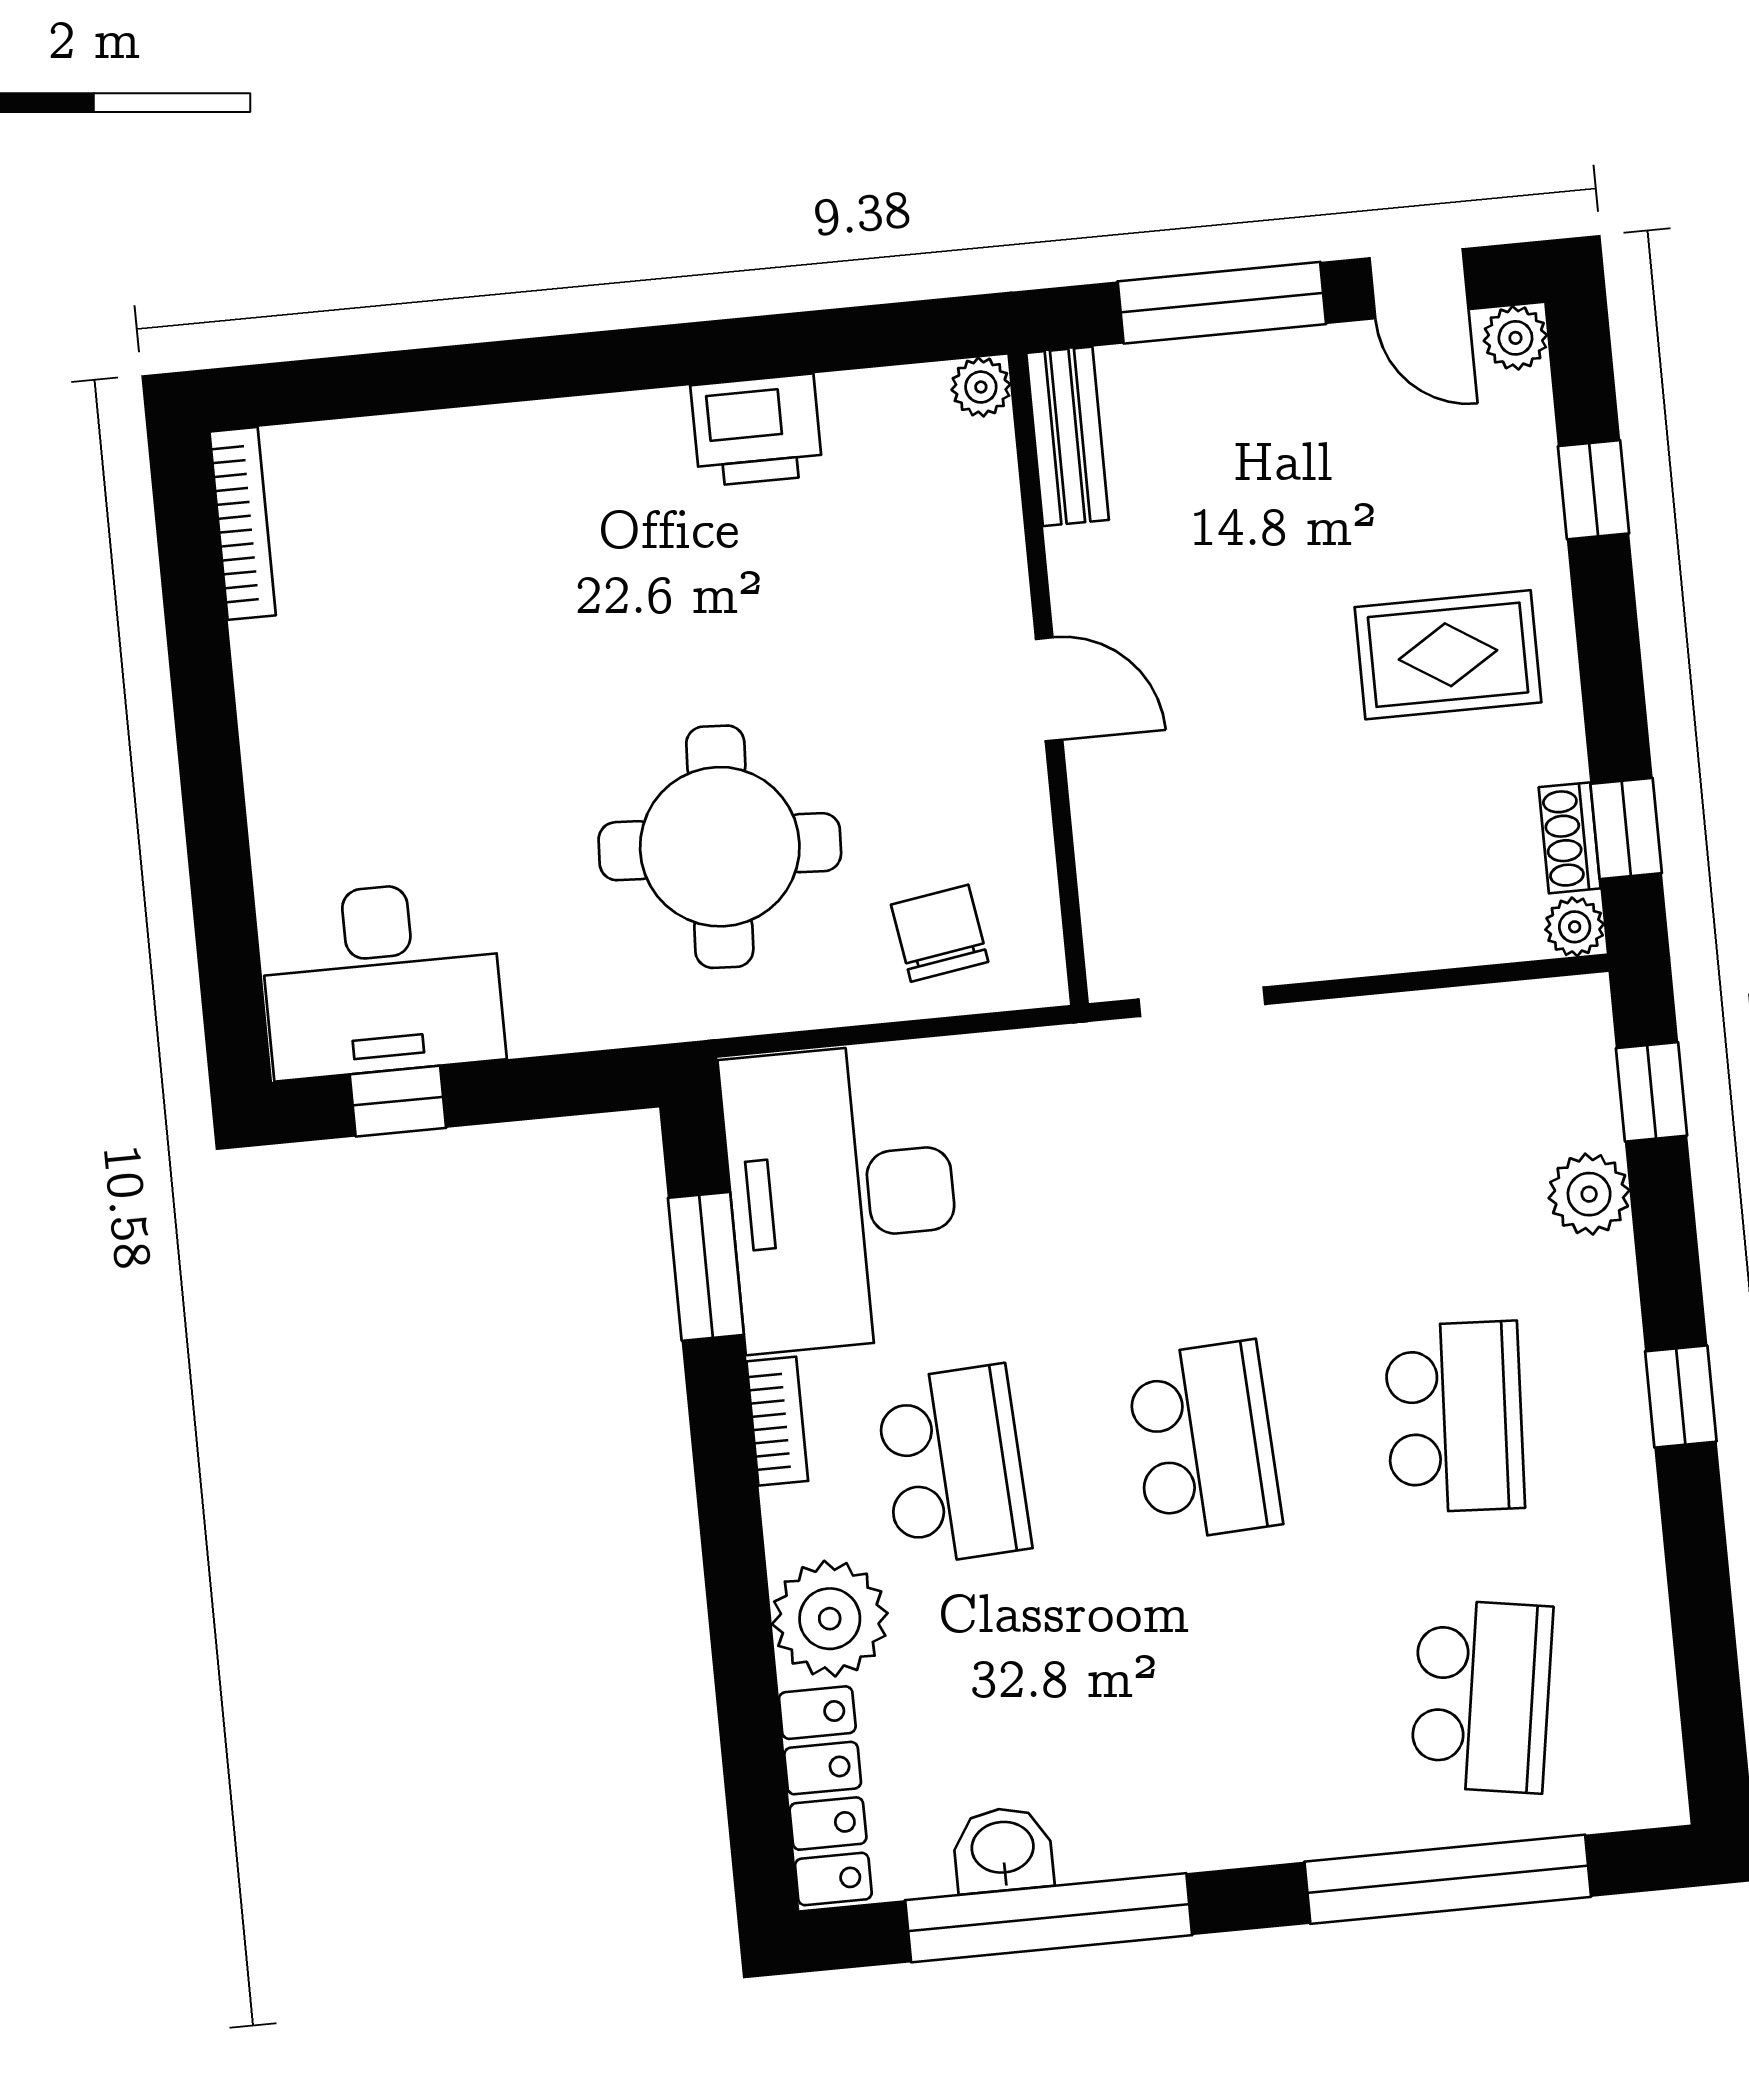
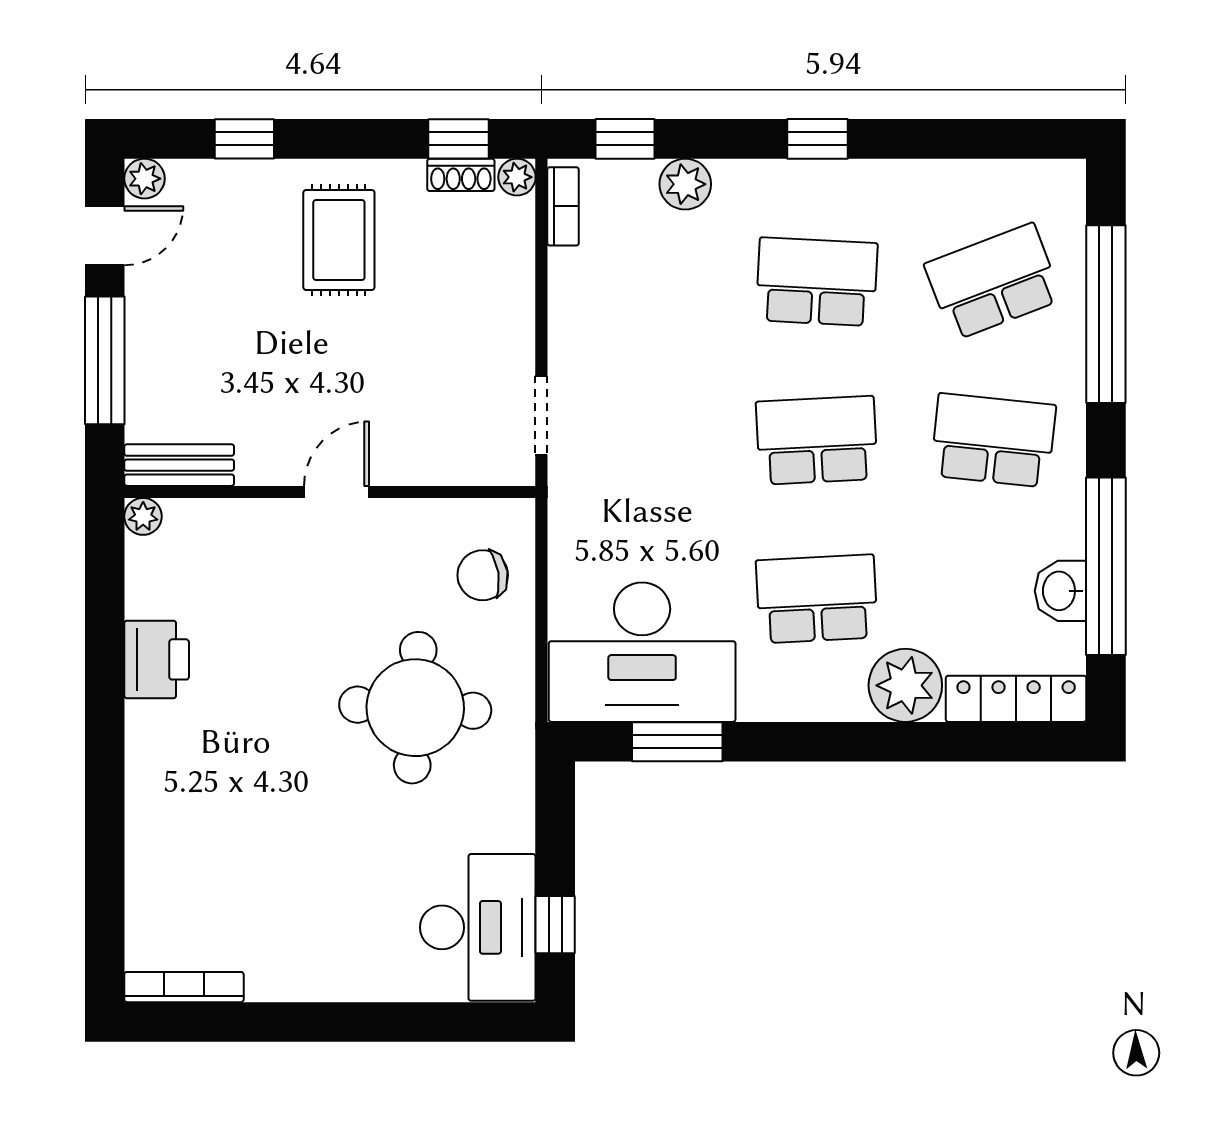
bookcase: (777, 1421) -> (563, 206), moved, turned 90
school desk: (1482, 1696) -> (993, 282), turned -30
school desk: (1231, 1720) -> (993, 440), added

